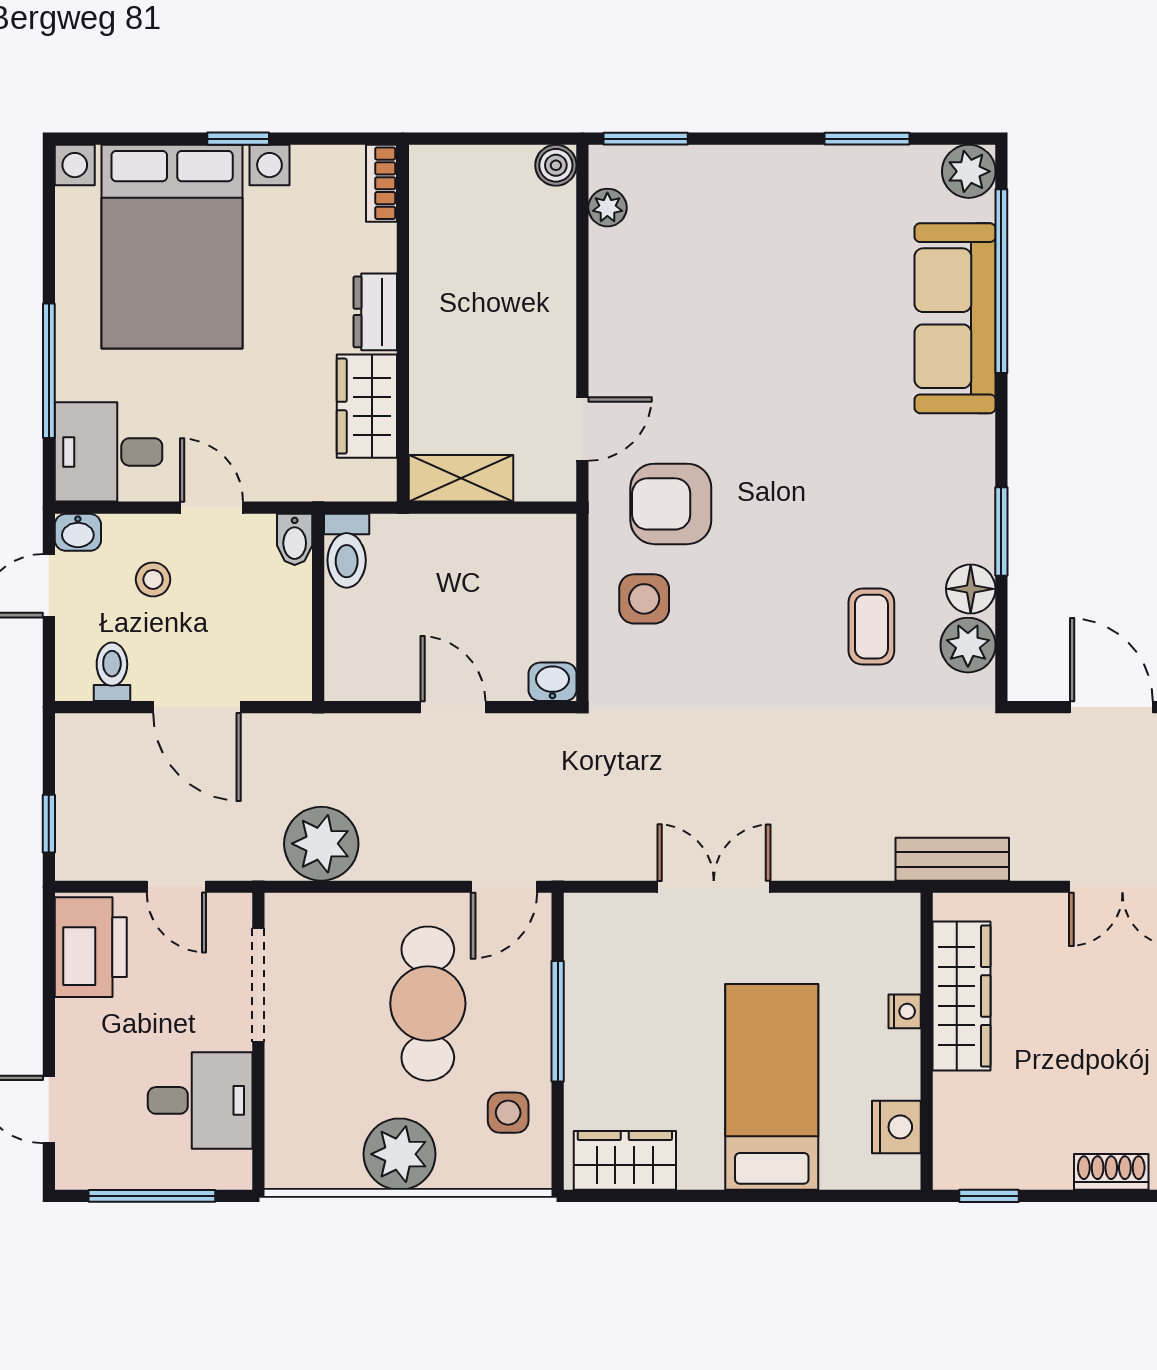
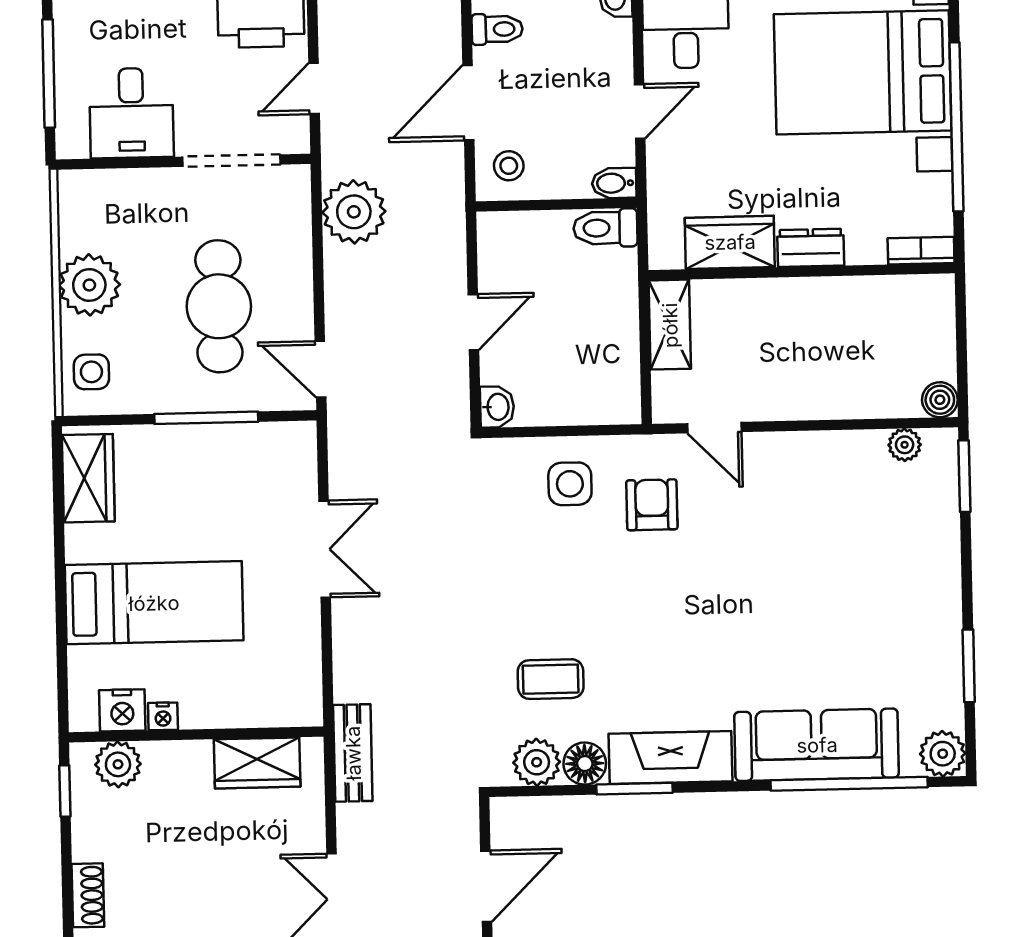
window: (238, 139) -> (956, 127), width x3.17
fireplace: (966, 489) -> (671, 758), added
armchair: (671, 504) -> (652, 505), width x0.72, depth x0.72
stool: (153, 579) -> (509, 166), moved
wardrobe: (961, 996) -> (257, 763), width x0.67
cafe table: (428, 1004) -> (219, 306), turned 90
nightstand: (905, 1011) -> (163, 716), moved
side table: (508, 1113) -> (91, 372), moved
plant: (959, 1133) -> (118, 764), added

